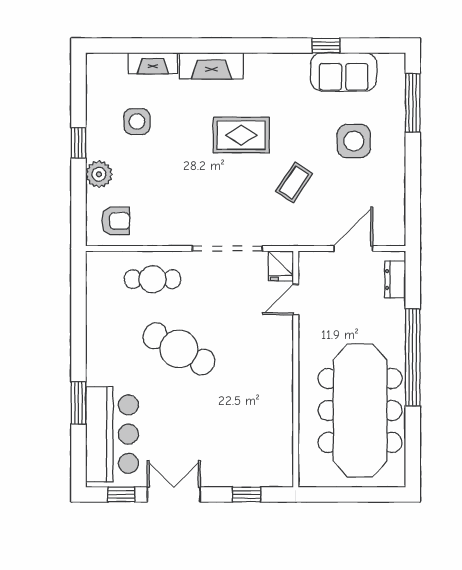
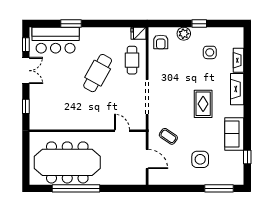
window: (326, 46) -> (247, 157), moved
sofa: (344, 72) -> (234, 134), moved
coffee table: (294, 182) -> (168, 136), moved
fridge: (281, 266) -> (139, 33), moved
dresser: (395, 279) -> (132, 180), removed
window: (413, 357) -> (76, 188), moved

